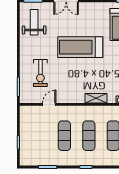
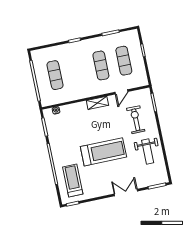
weight bench: (34, 22) -> (148, 151), moved
shelving: (96, 98) -> (97, 103), moved
exercise mat: (89, 136) -> (124, 61), moved

